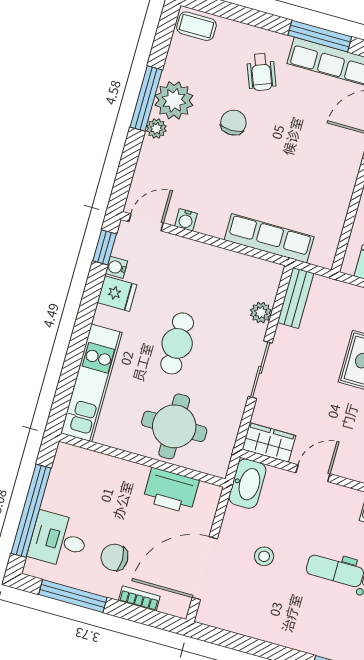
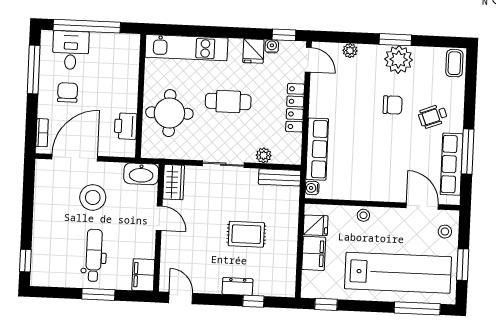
window: (146, 98) -> (395, 40), width x0.69
plant: (156, 128) -> (350, 51), moved
water cooler: (186, 220) -> (312, 188), moved
locker: (207, 255) -> (295, 108), added
printer: (171, 490) -> (126, 126), width x0.73, depth x0.84
stool: (264, 556) -> (93, 197), width x1.89, depth x1.89
door: (205, 568) -> (75, 158), hinge flipped
bookcase: (139, 598) -> (42, 133), moved

